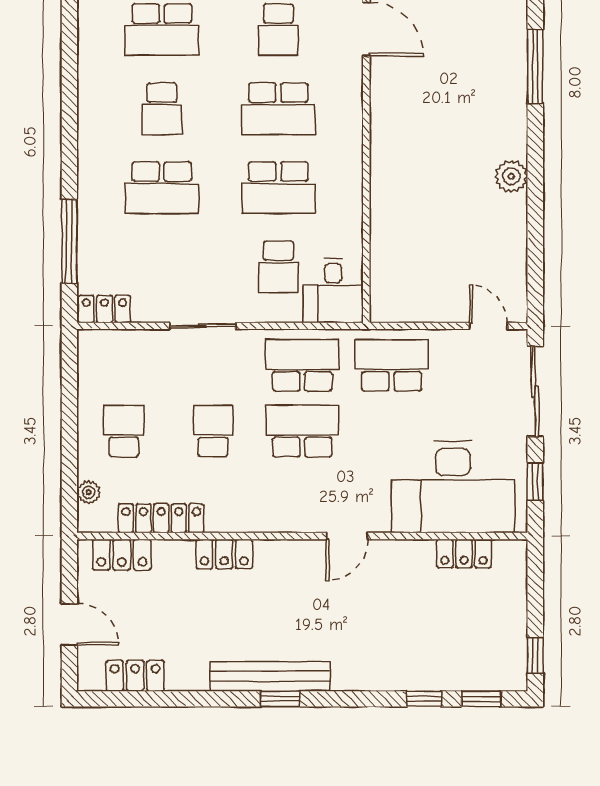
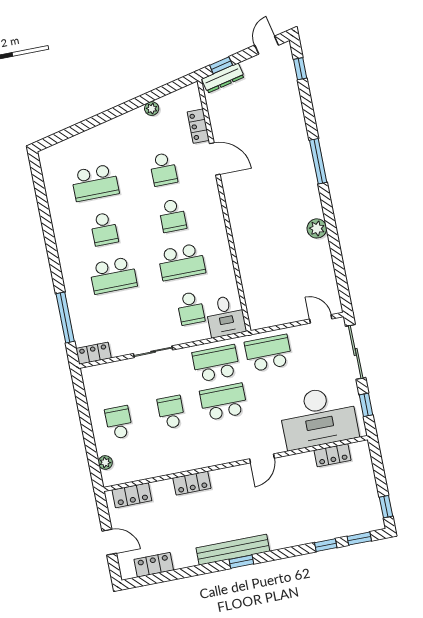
school desk: (278, 109) -> (172, 216), width x0.54
locker: (161, 518) -> (151, 469), removed

